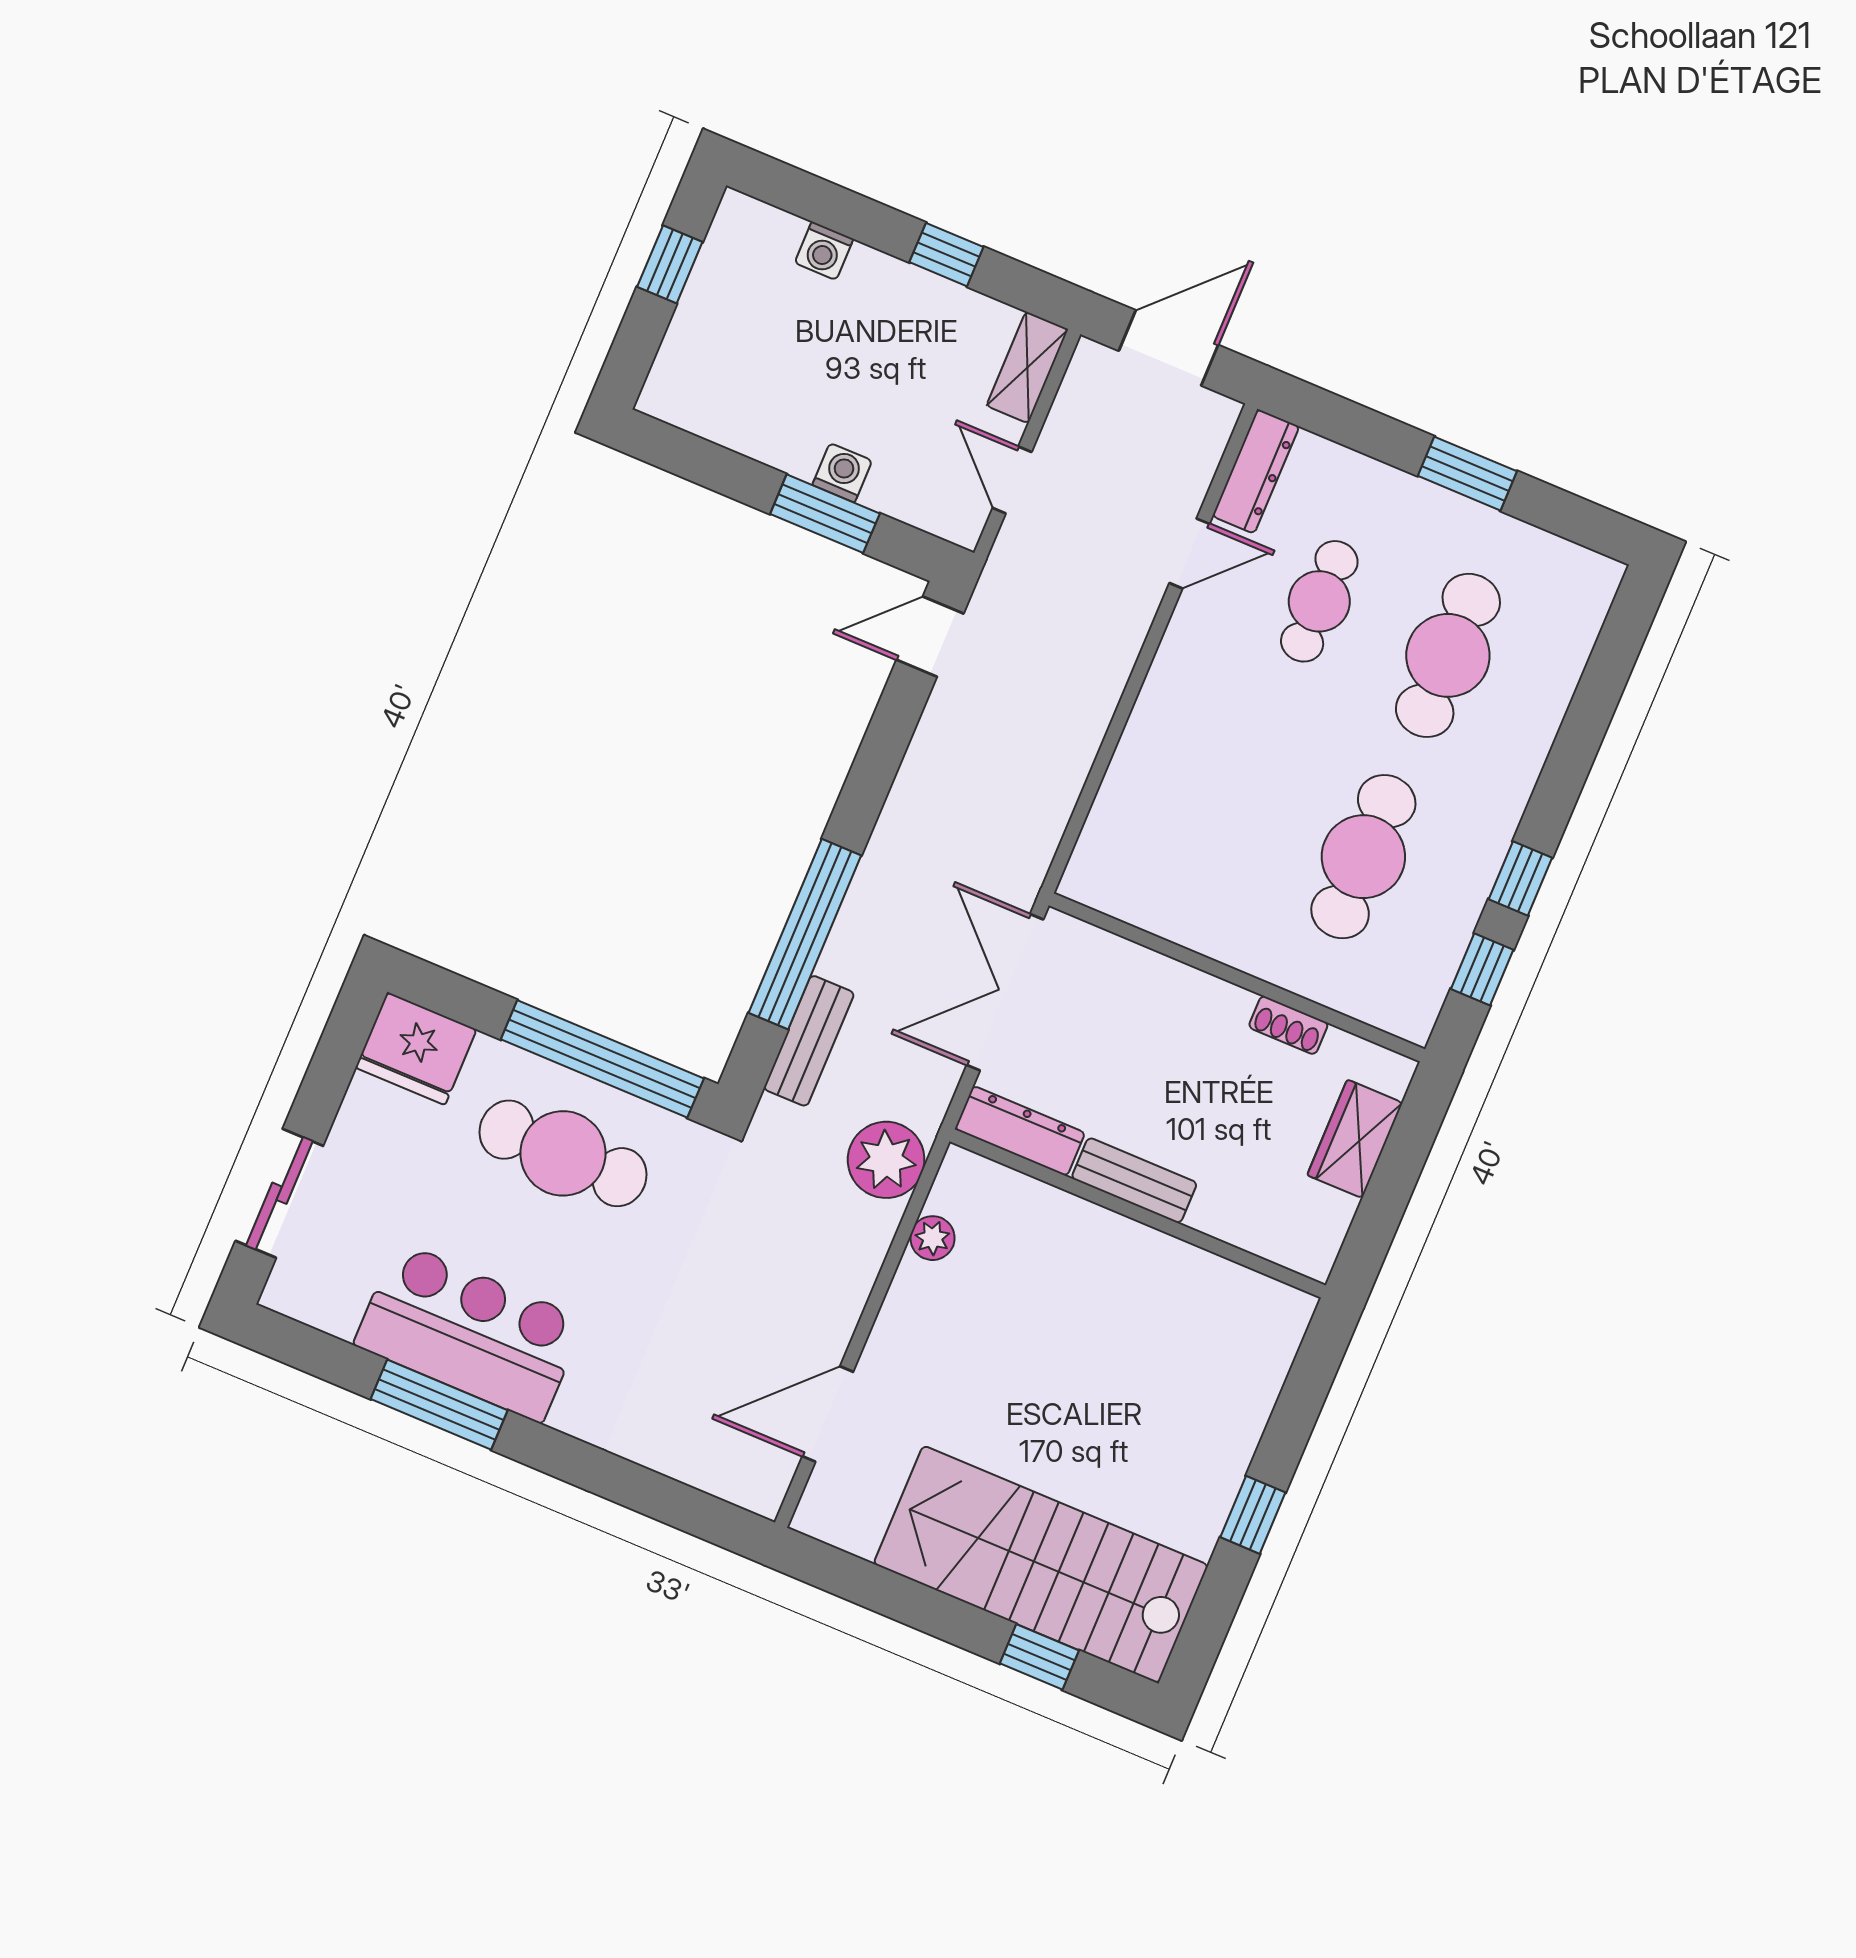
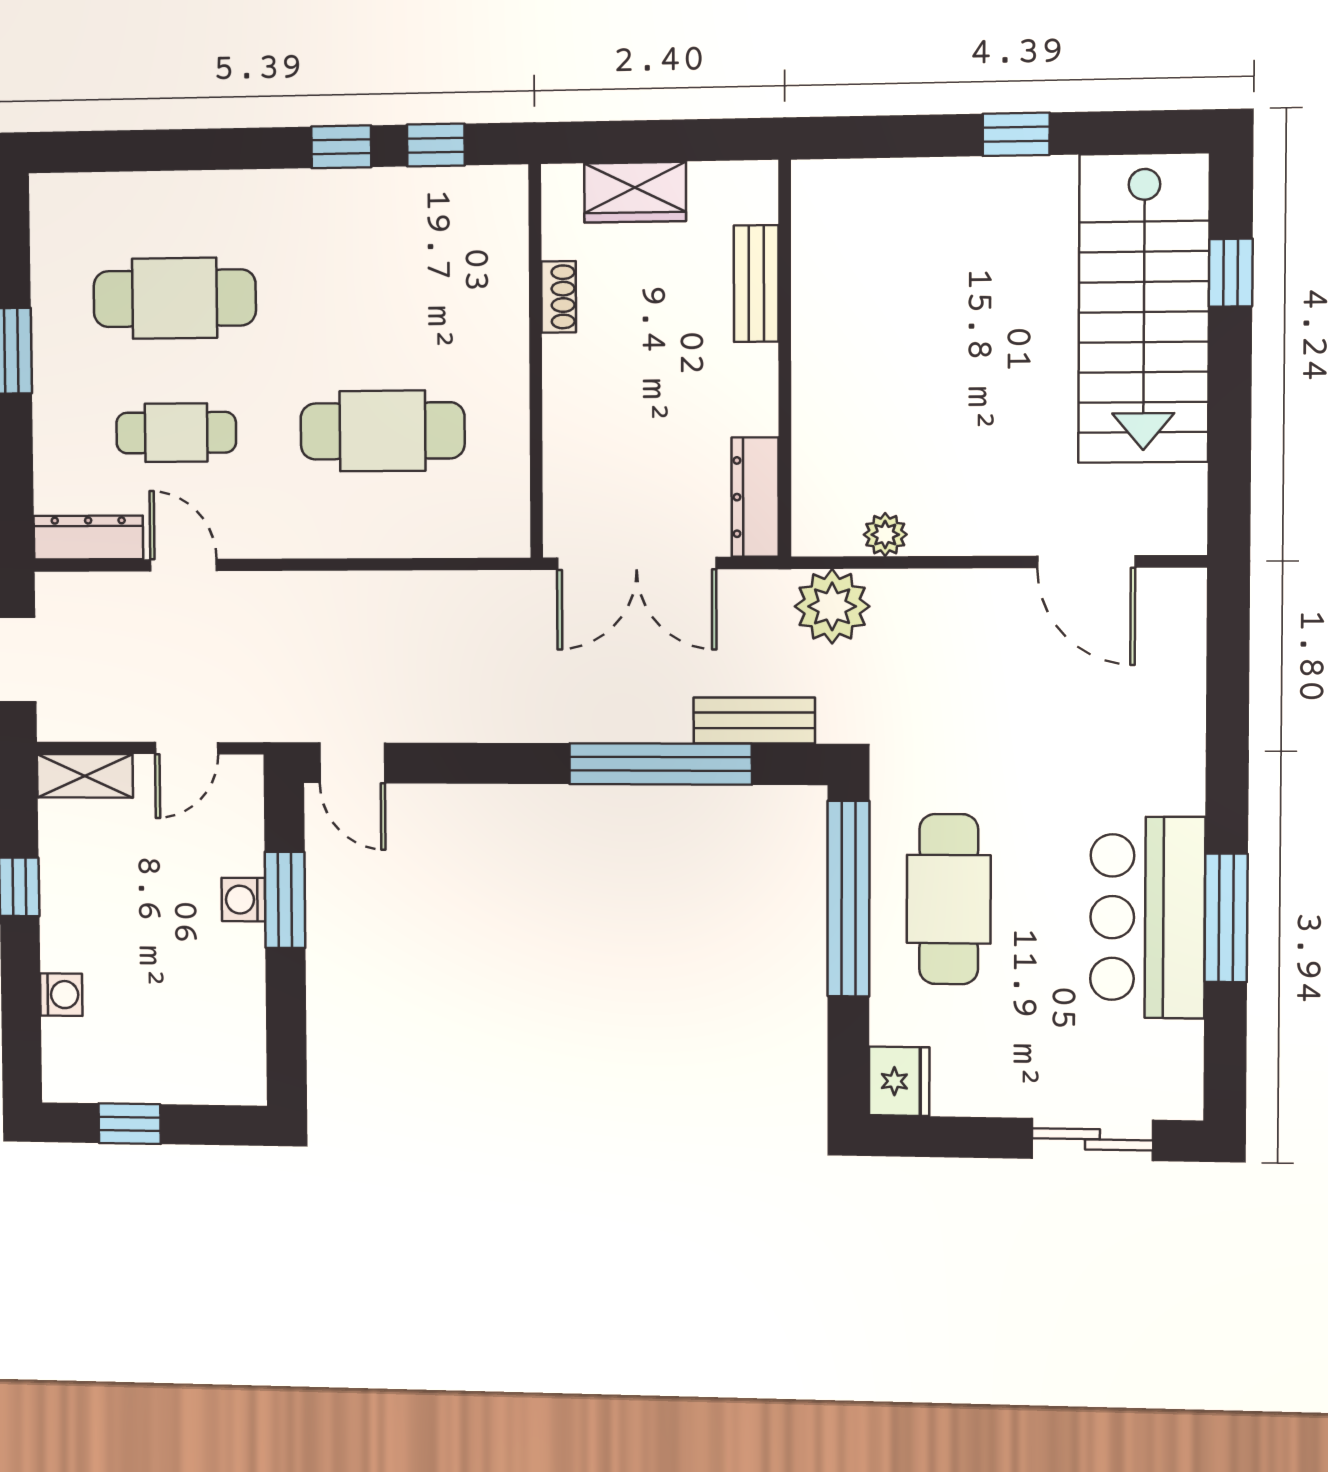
cafe table: (1363, 857) -> (383, 431), moved
fridge: (416, 1049) -> (899, 1081), width x0.73, depth x0.75
bench: (1134, 1180) -> (756, 284), moved

